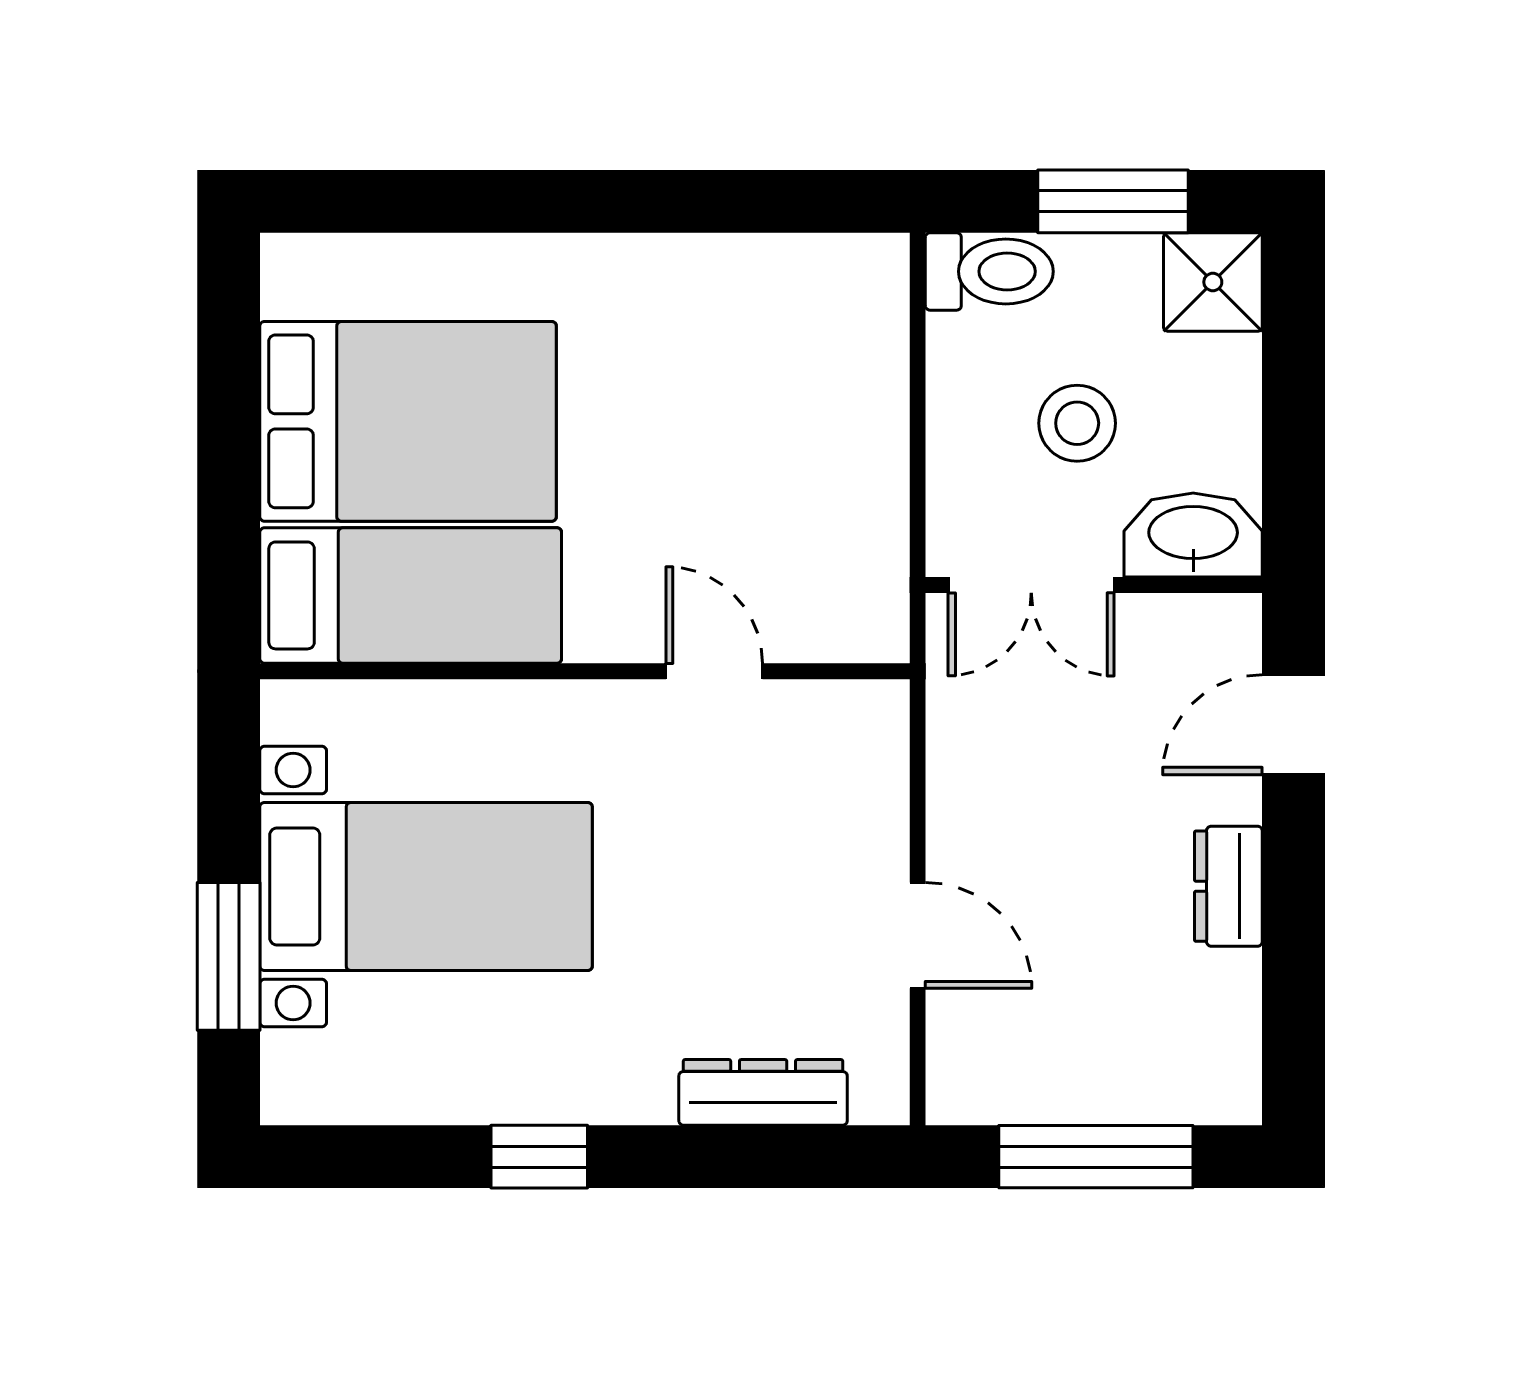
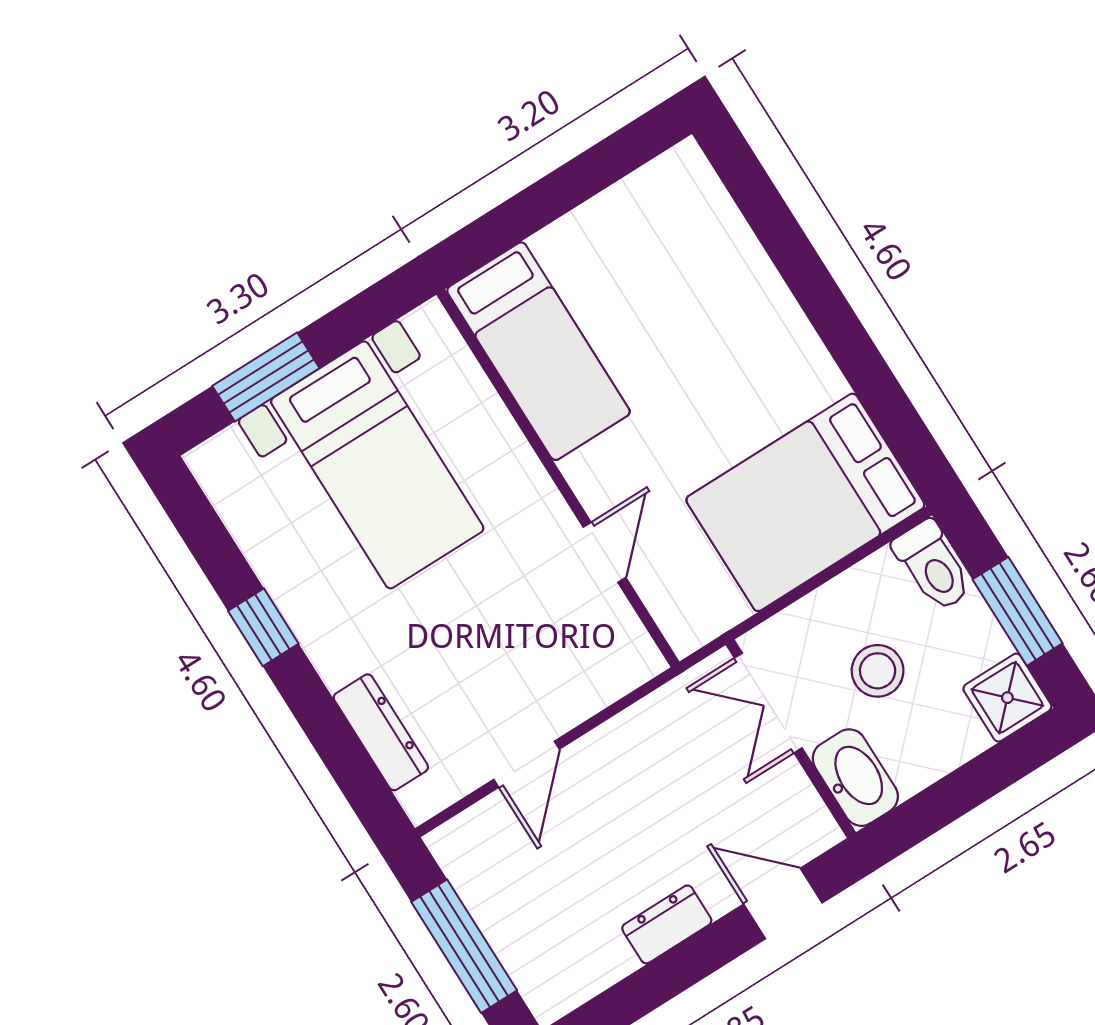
bed: (408, 421) -> (805, 502), moved, turned 90

